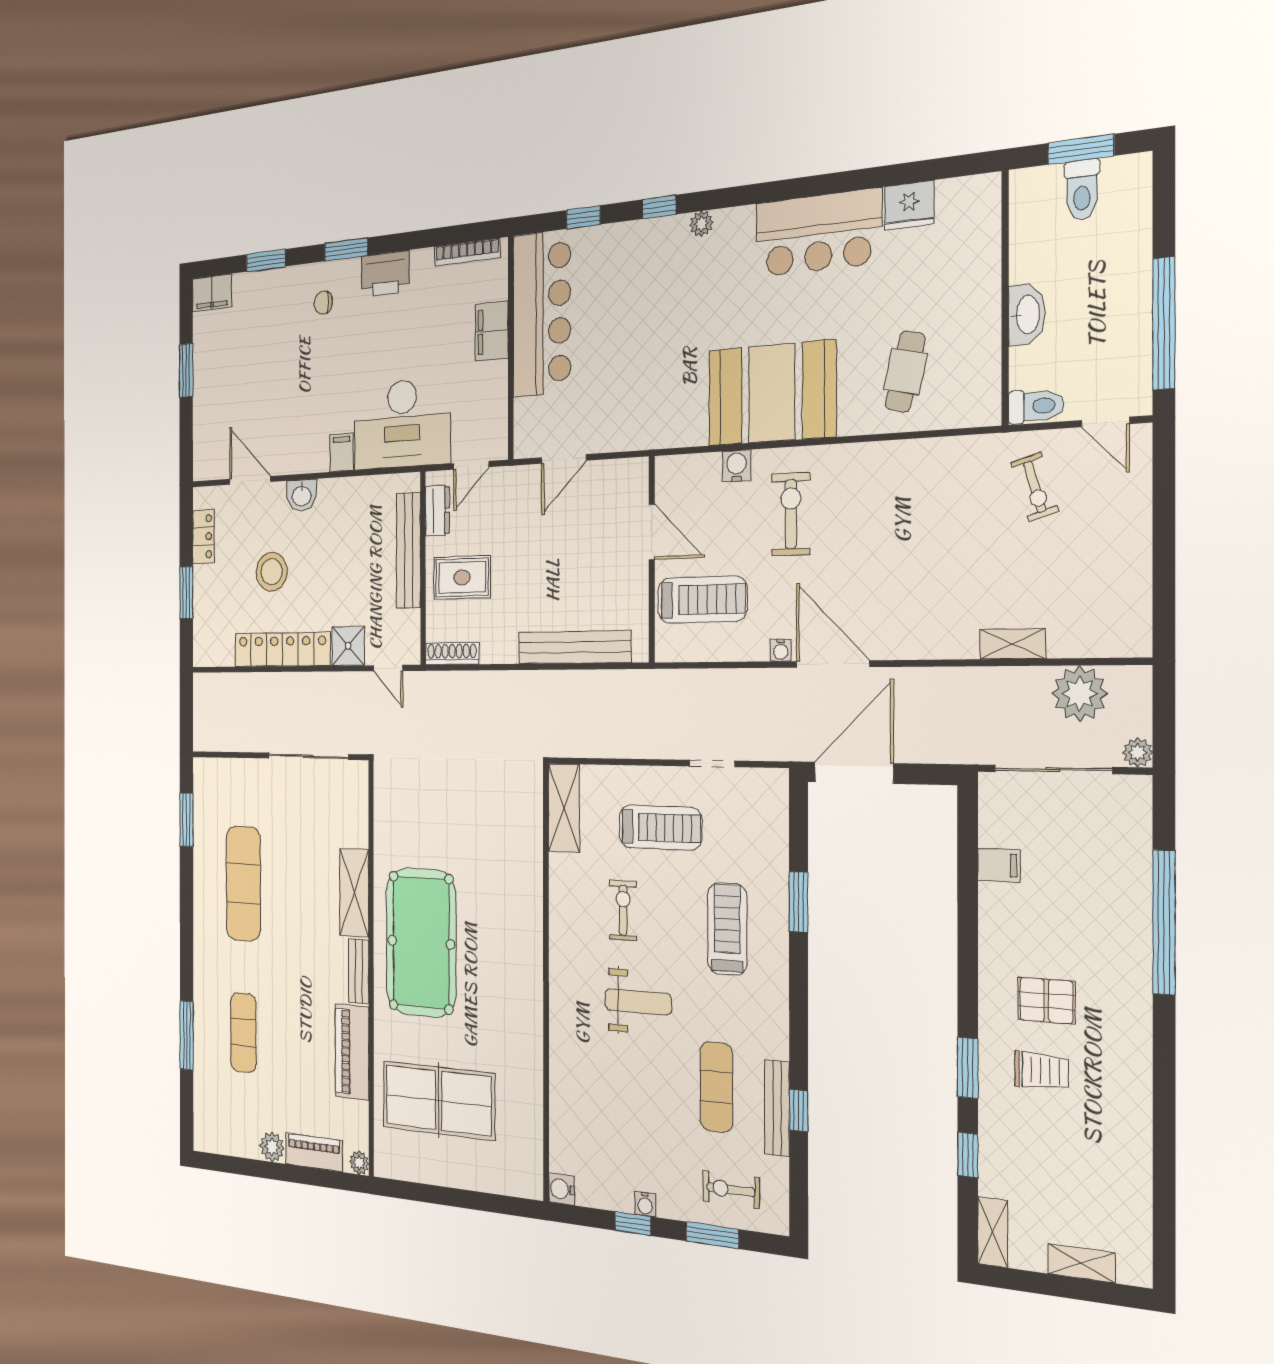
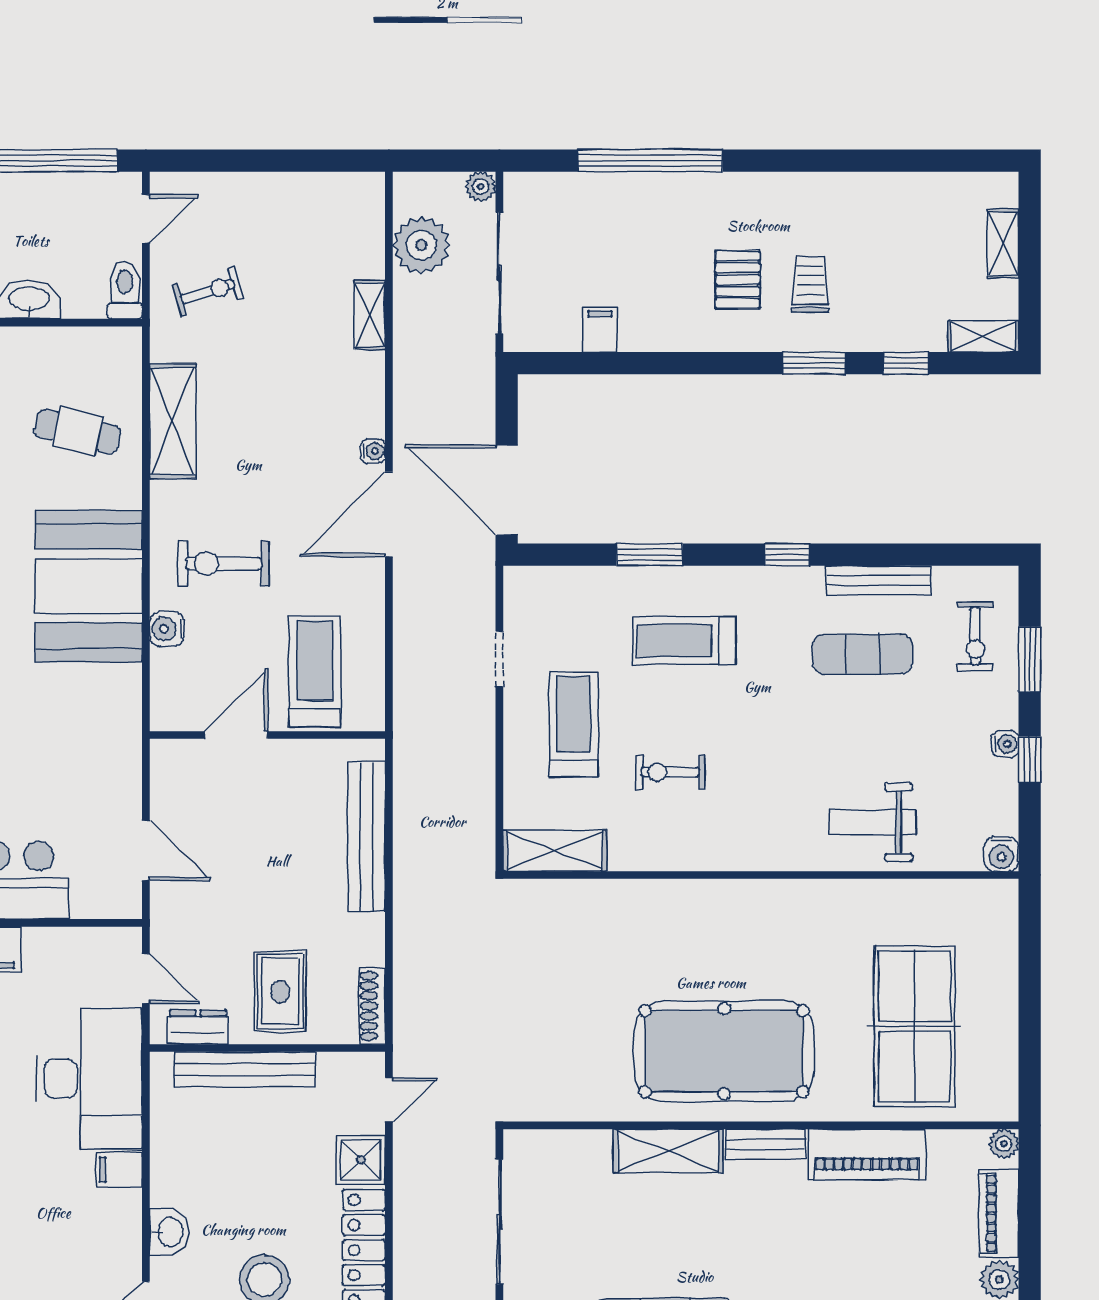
shelving: (915, 460) -> (173, 421), added
water cooler: (781, 650) -> (373, 451), moved
weight bench: (638, 1002) -> (873, 822), moved, turned -90
window: (799, 1111) -> (788, 555), moved

